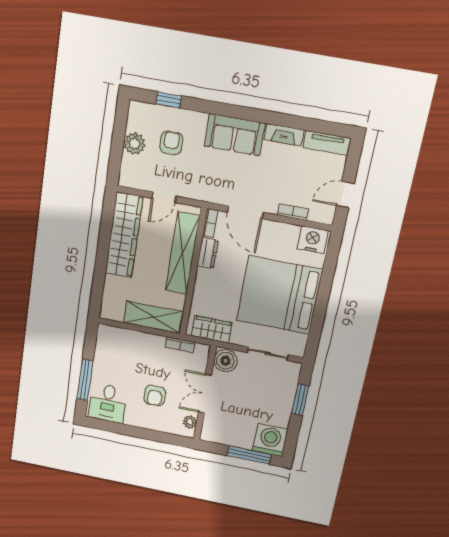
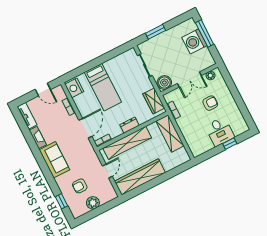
door: (164, 197) -> (107, 171), hinge flipped
dresser: (208, 253) -> (130, 125), moved
bed: (279, 295) -> (103, 87), width x0.49
window: (85, 380) -> (230, 144), width x0.46
desk: (108, 403) -> (220, 132), moved, turned 90
washing machine: (270, 440) -> (194, 41), moved

